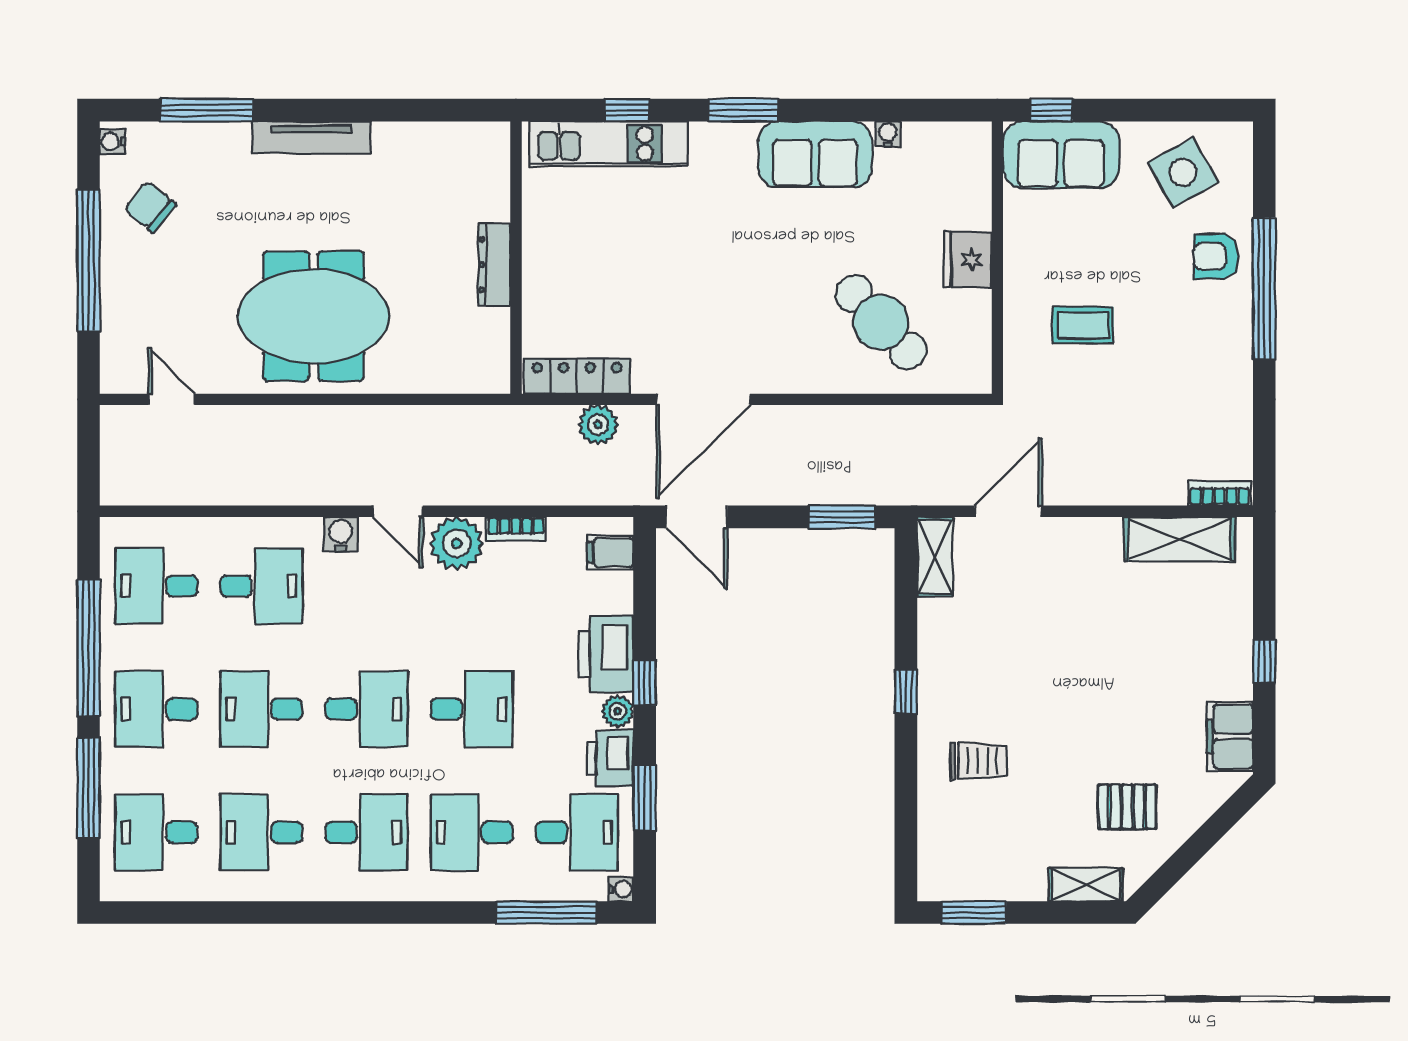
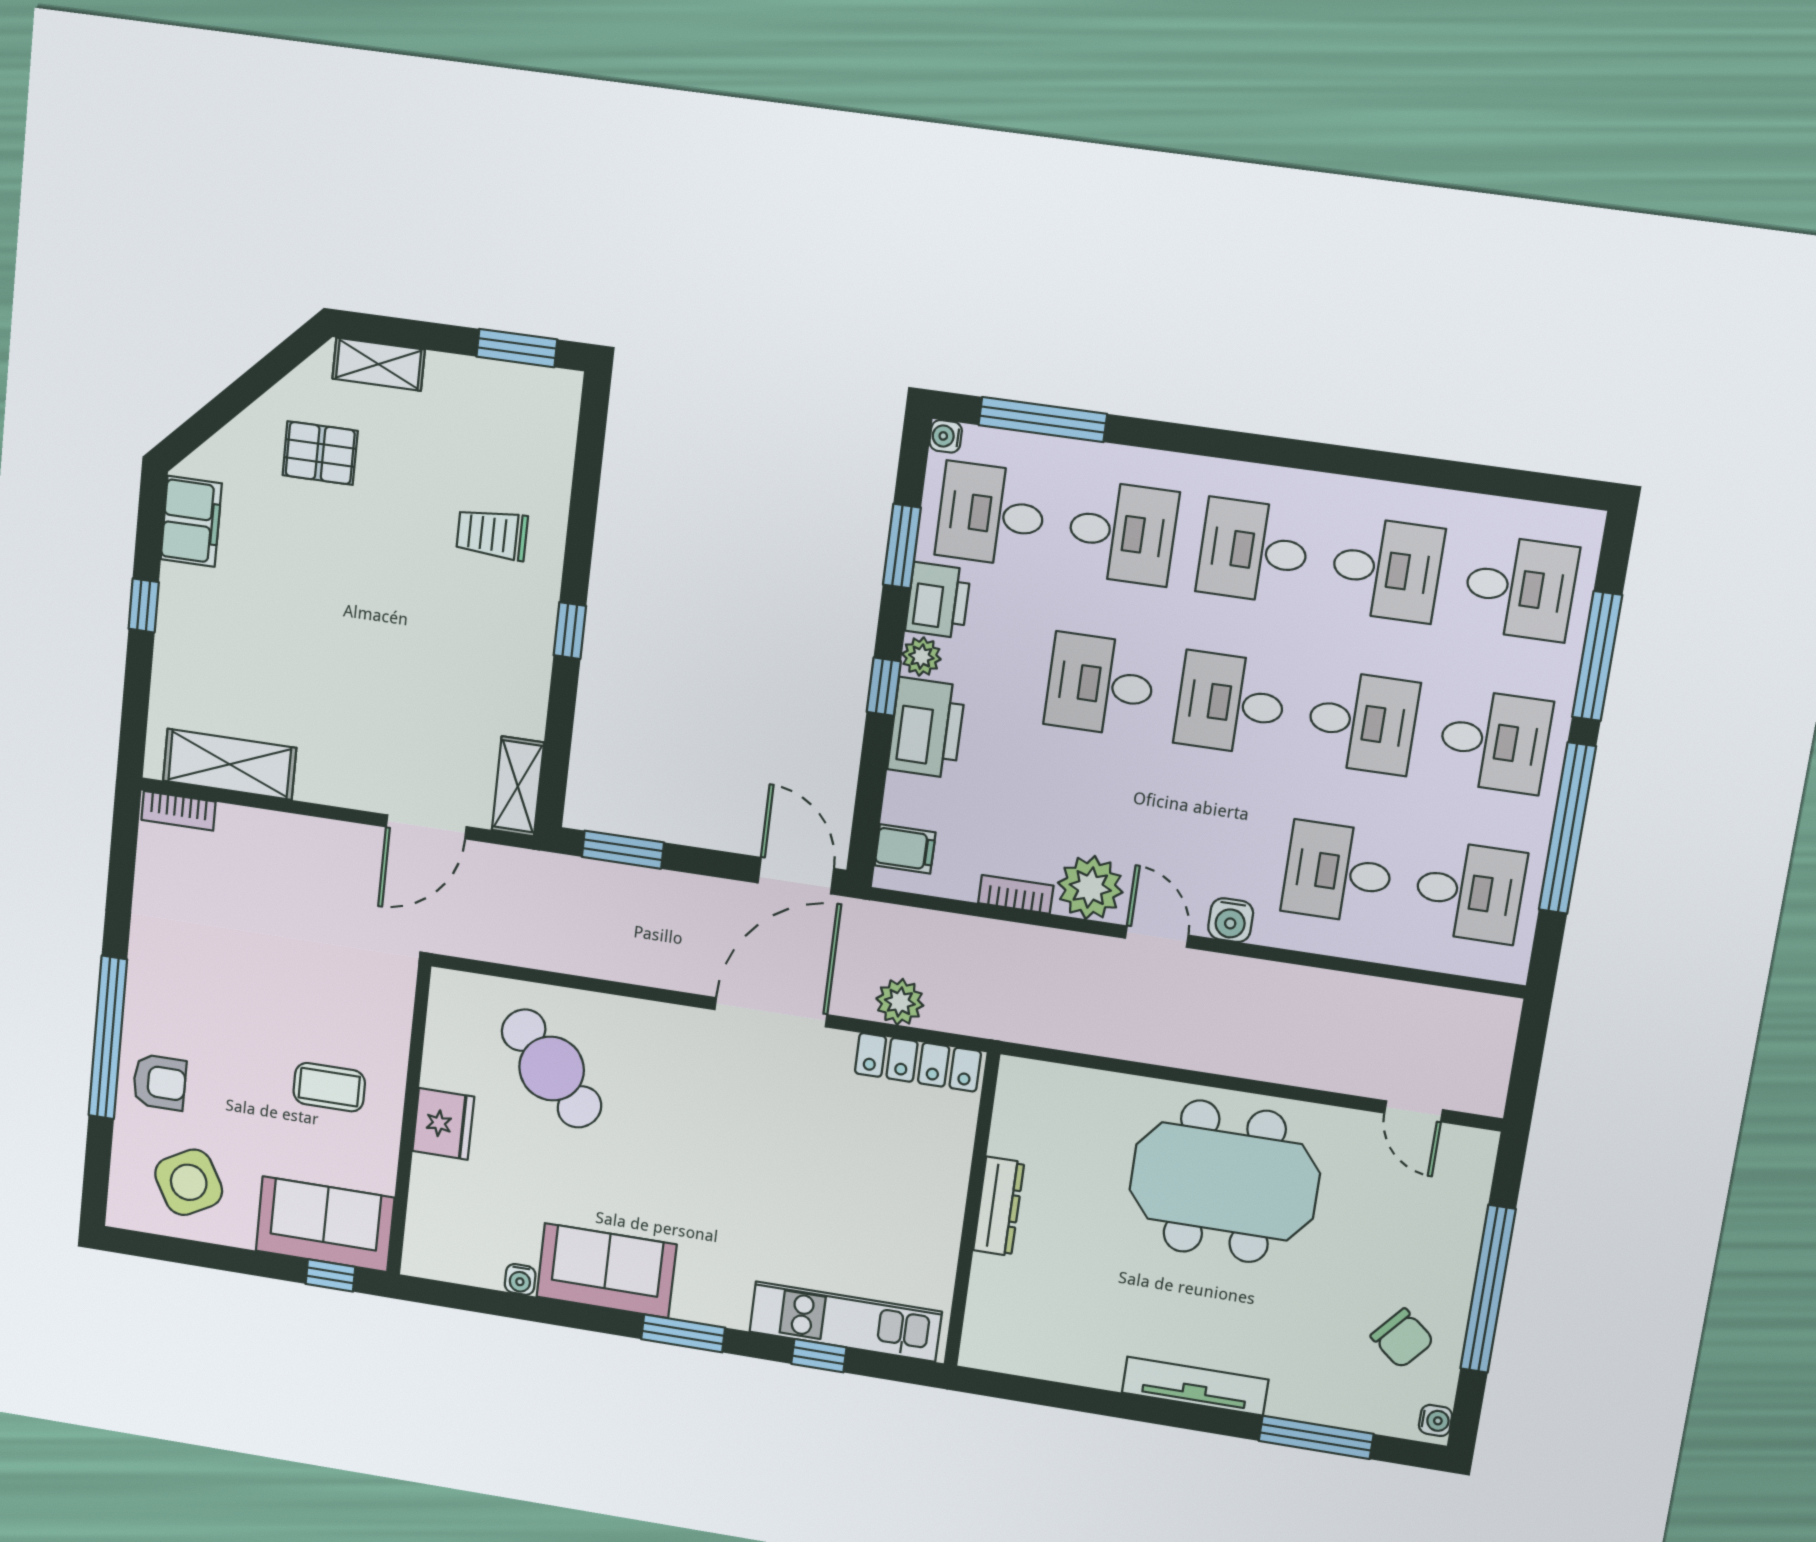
coffee table: (1083, 325) -> (329, 1087), moved

